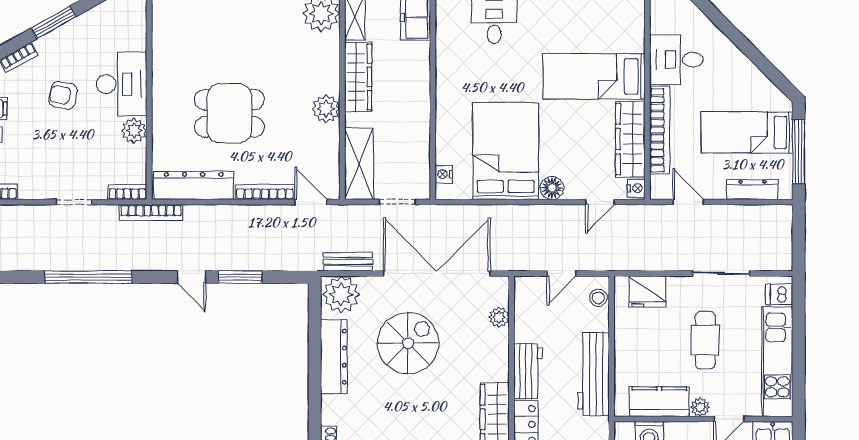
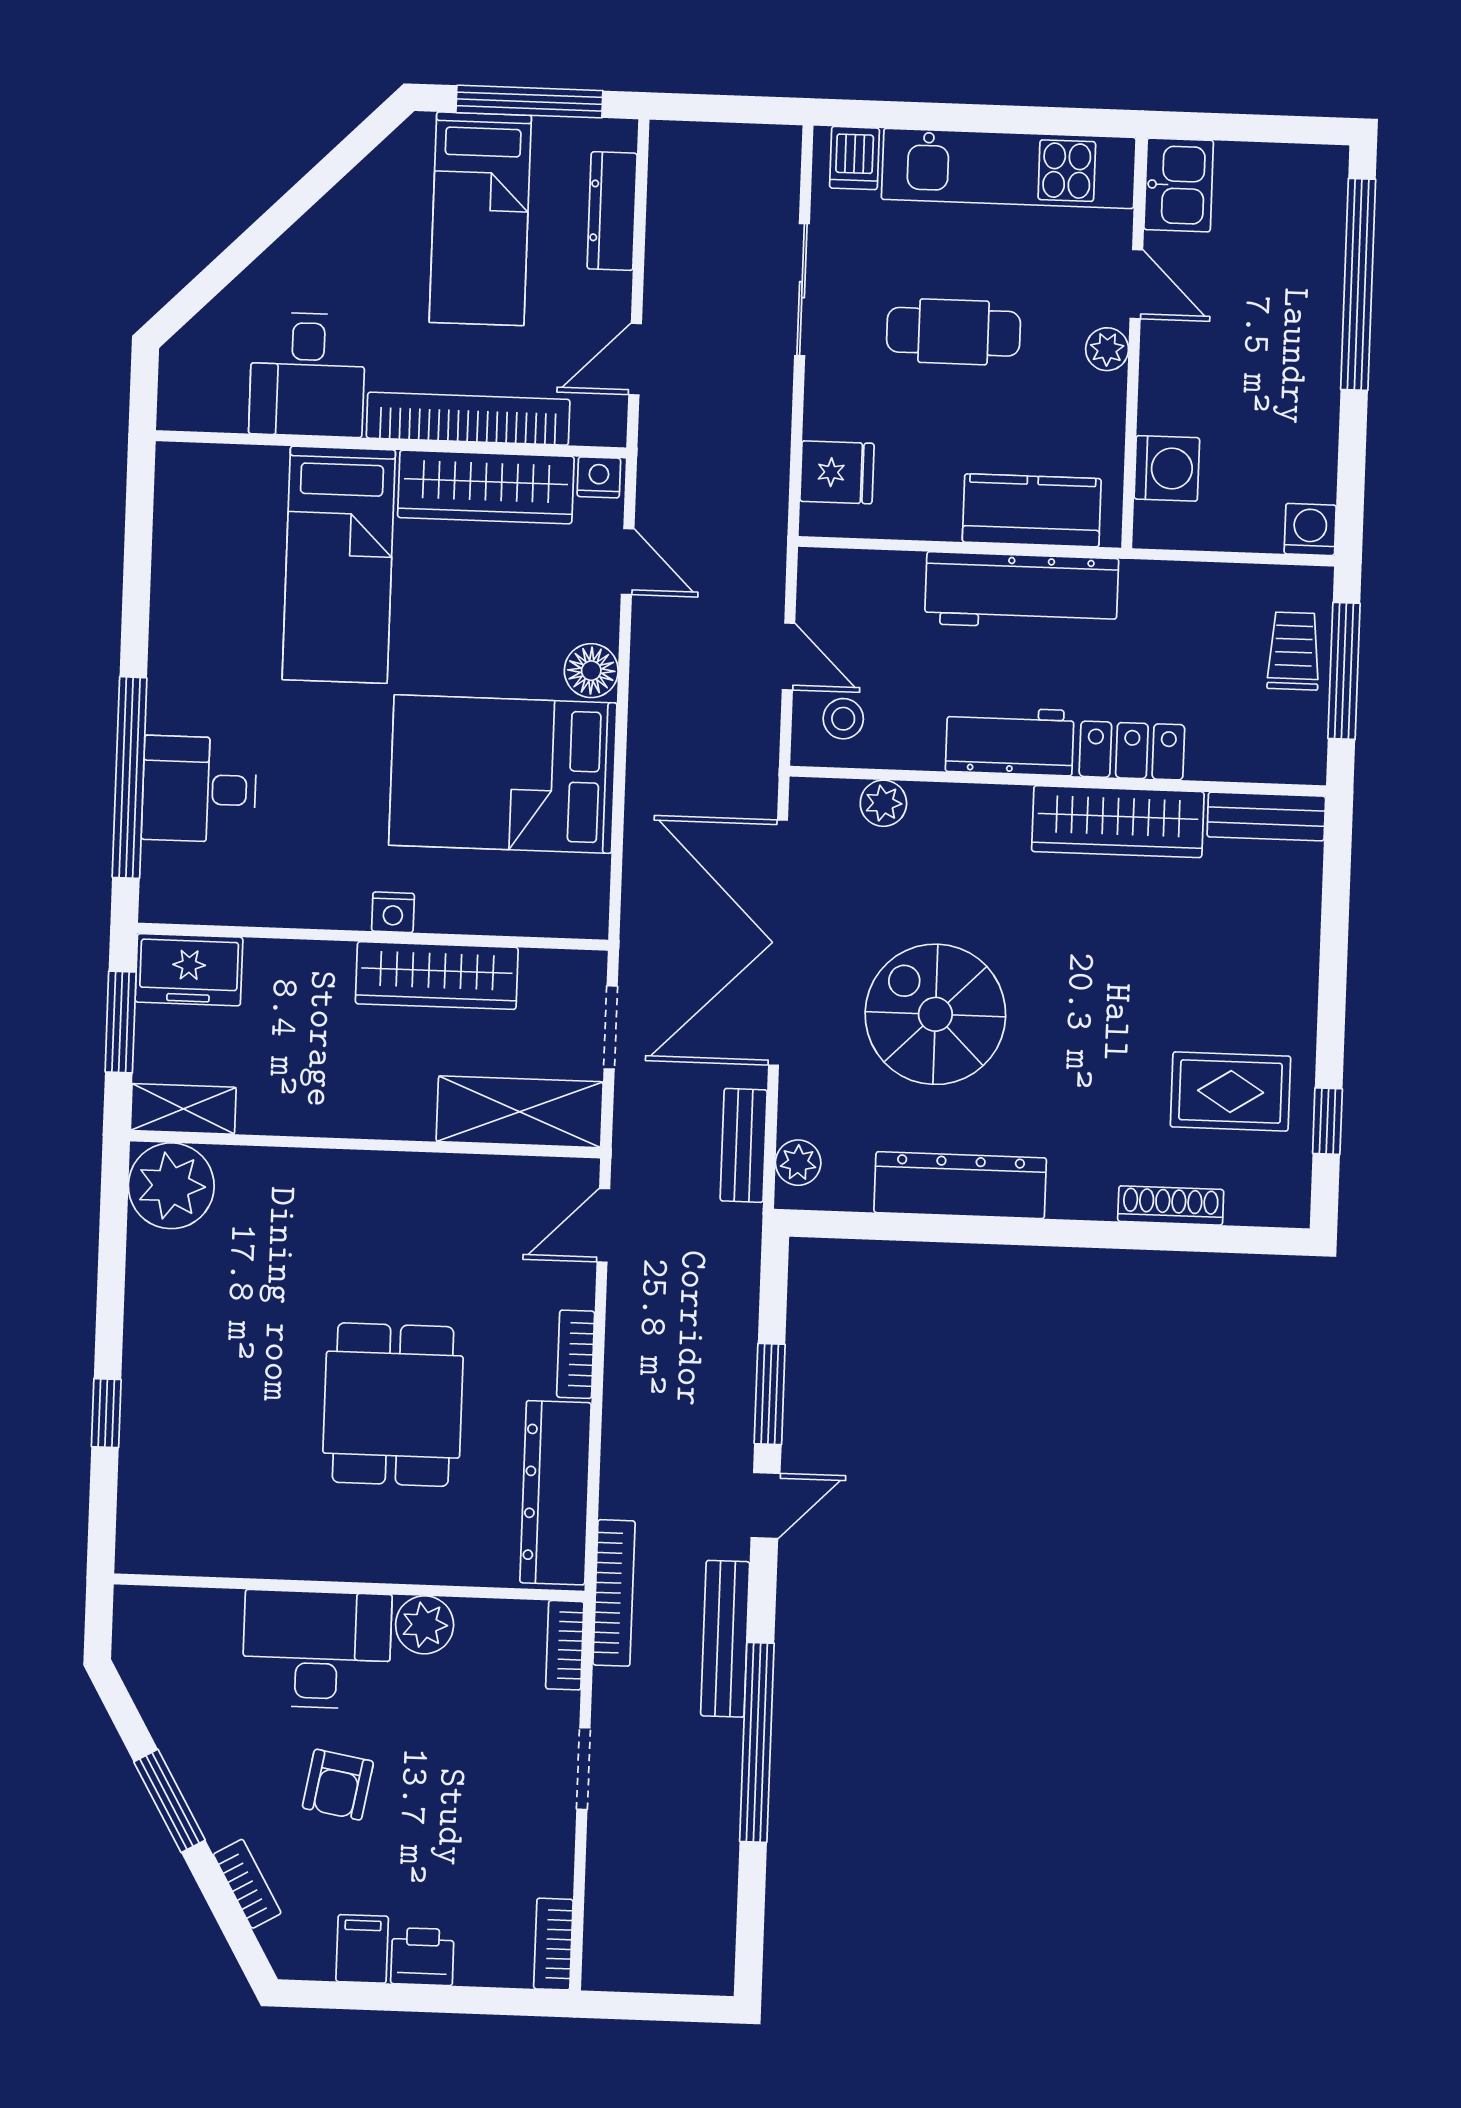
wardrobe: (358, 77) -> (437, 976), moved, turned 180
plant: (326, 109) -> (391, 1183), removed
nightstand: (444, 174) -> (393, 912), moved
bookcase: (265, 192) -> (576, 1354), width x0.64
bench: (133, 262) -> (725, 1639), added
fridge: (647, 292) -> (837, 472), width x0.72
plant: (341, 294) -> (798, 1163), width x0.53, depth x0.53
stool: (598, 298) -> (843, 719), moved
kitchen counter: (659, 402) -> (1032, 510), moved, turned 90

